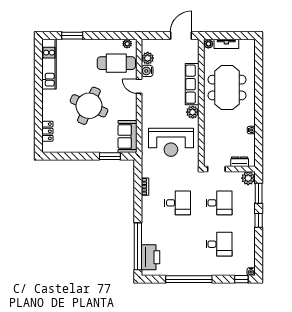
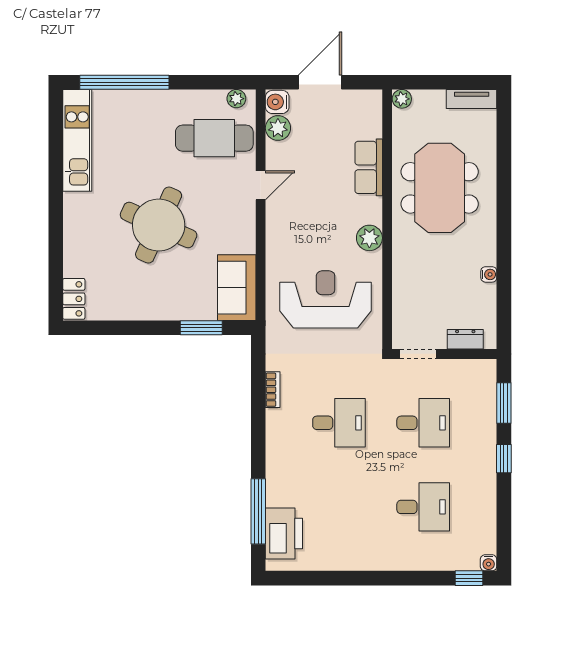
window: (72, 36) -> (124, 82), width x2.11
door: (181, 36) -> (320, 82), moved
tv unit: (226, 44) -> (472, 99), moved
water cooler: (147, 71) -> (277, 102), moved
row of seats: (192, 84) -> (369, 167), width x0.68
door: (139, 86) -> (261, 185), swing flipped
locker: (47, 131) -> (74, 299), moved
reception desk: (171, 142) -> (326, 299), turned 180
plant: (248, 178) -> (483, 373), removed
window: (138, 246) -> (258, 511), width x0.68
window: (189, 279) -> (362, 578), removed

